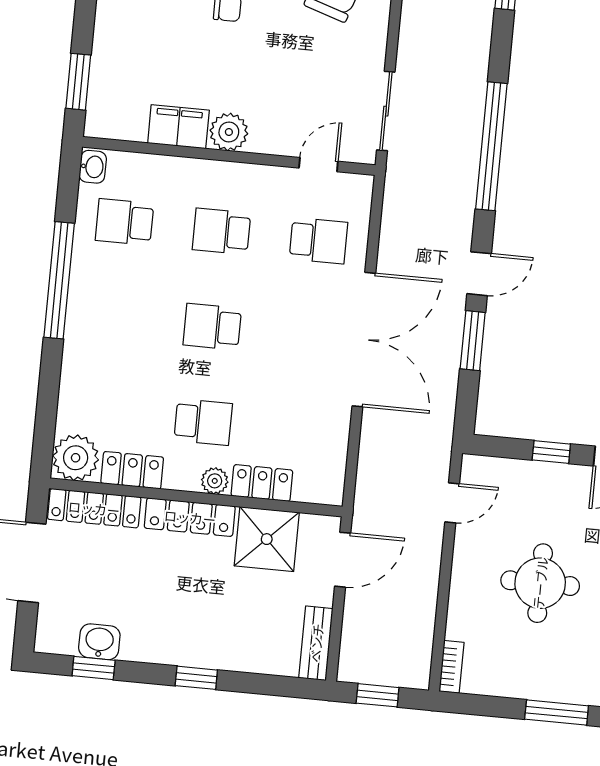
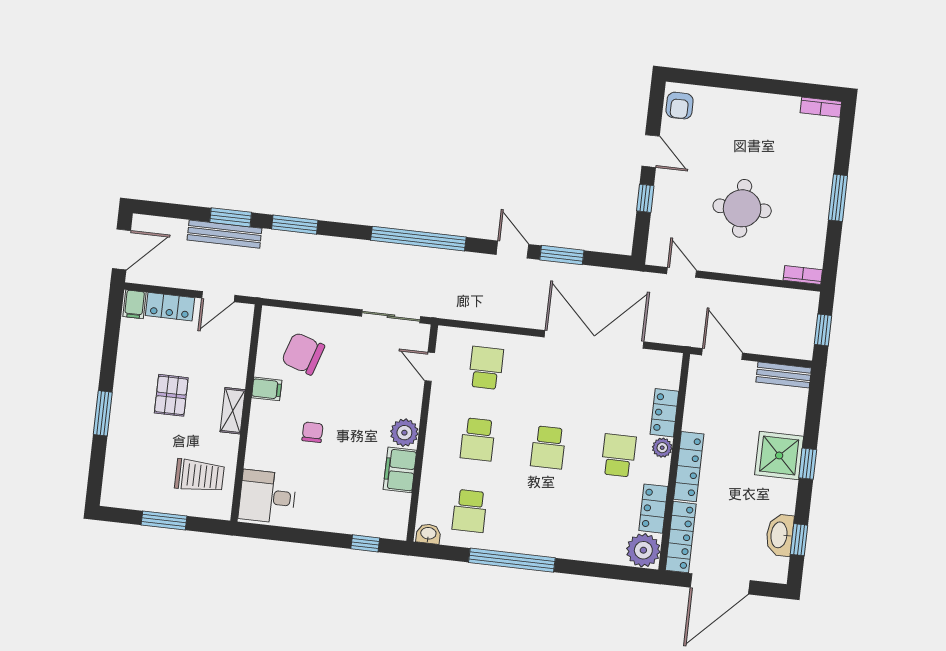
window: (78, 82) -> (365, 543), width x0.67
double door: (364, 340) -> (594, 339), moved
shower: (267, 539) -> (779, 455), moved
washbasin: (99, 642) -> (780, 535), width x1.38

